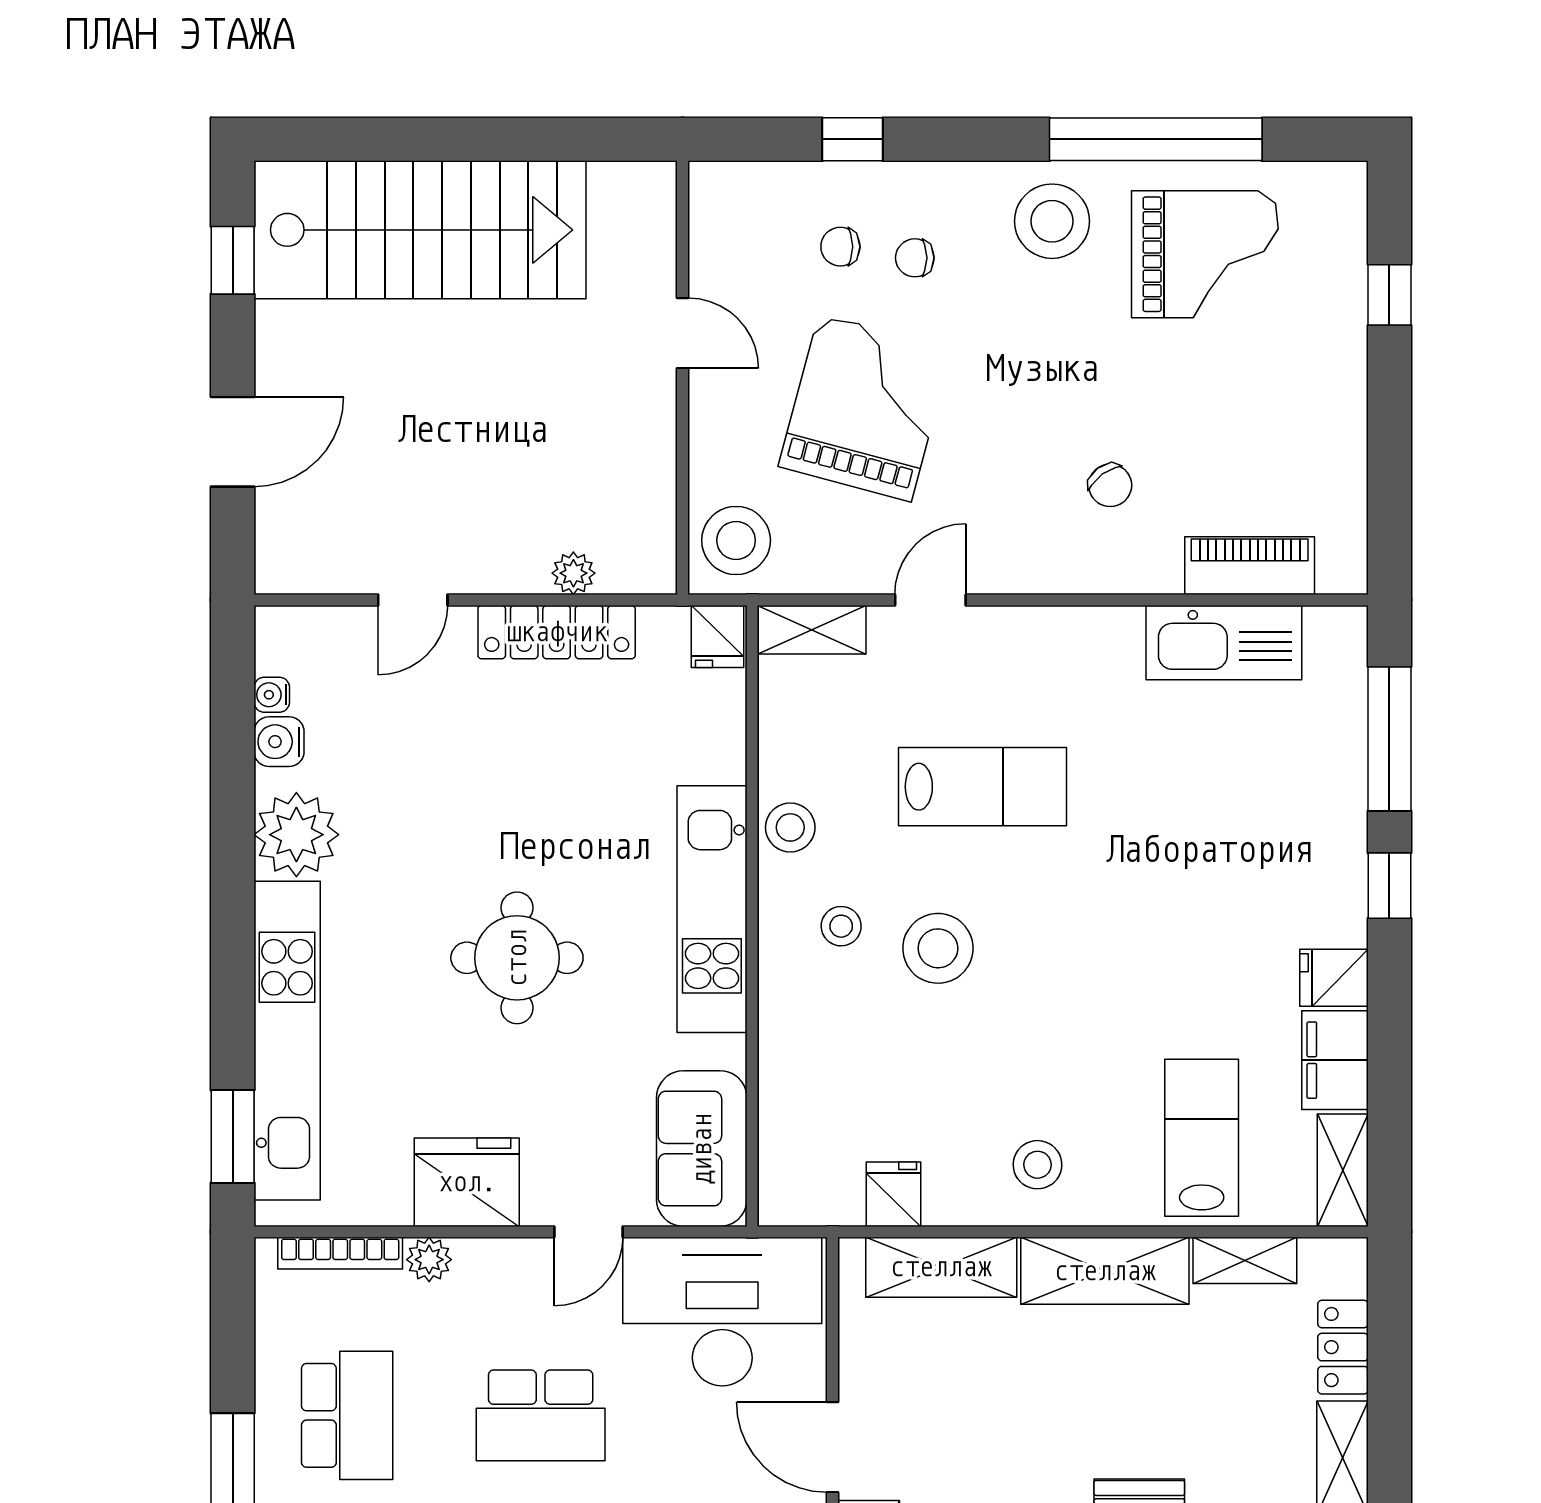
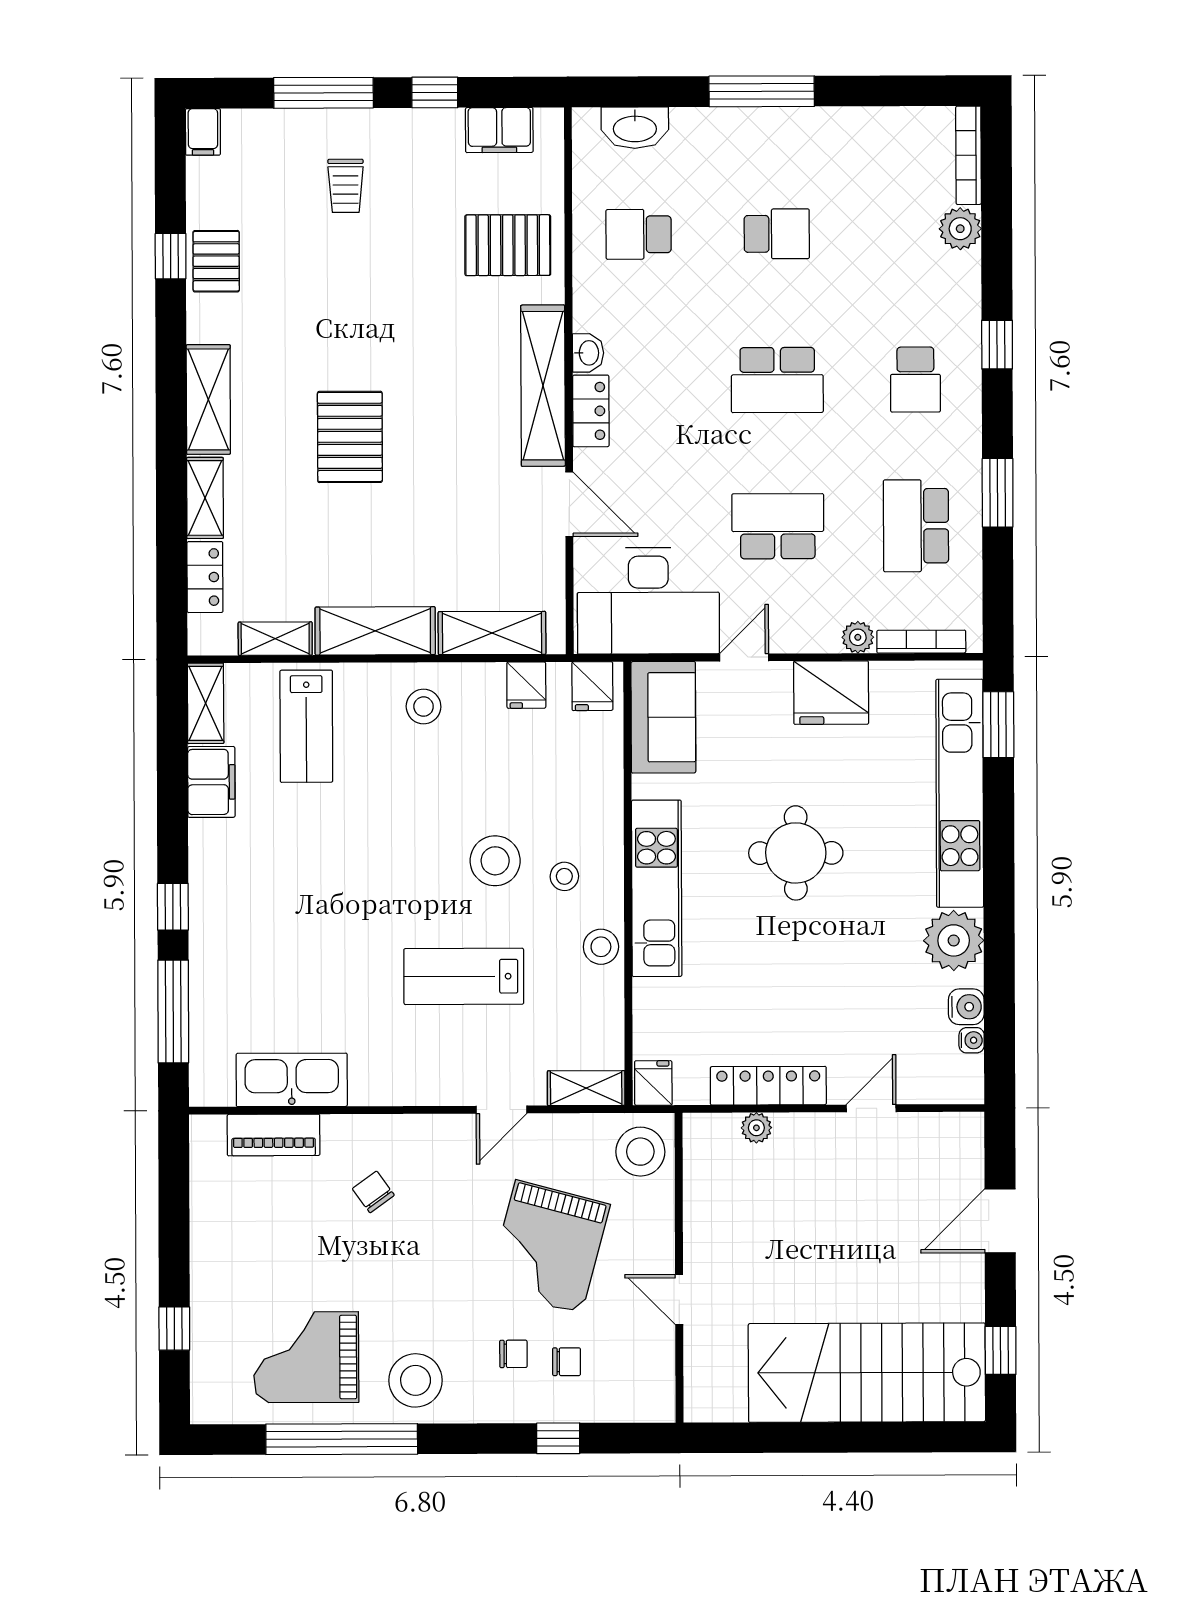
fridge: (1334, 978) -> (592, 686), moved, turned 90

